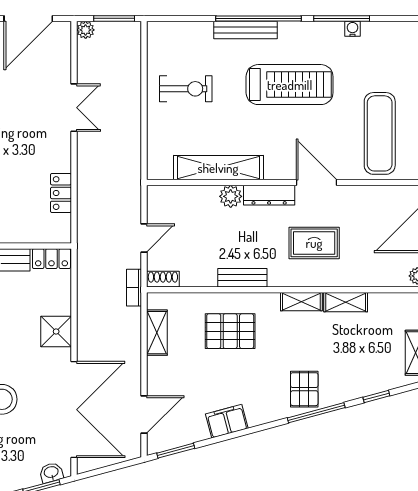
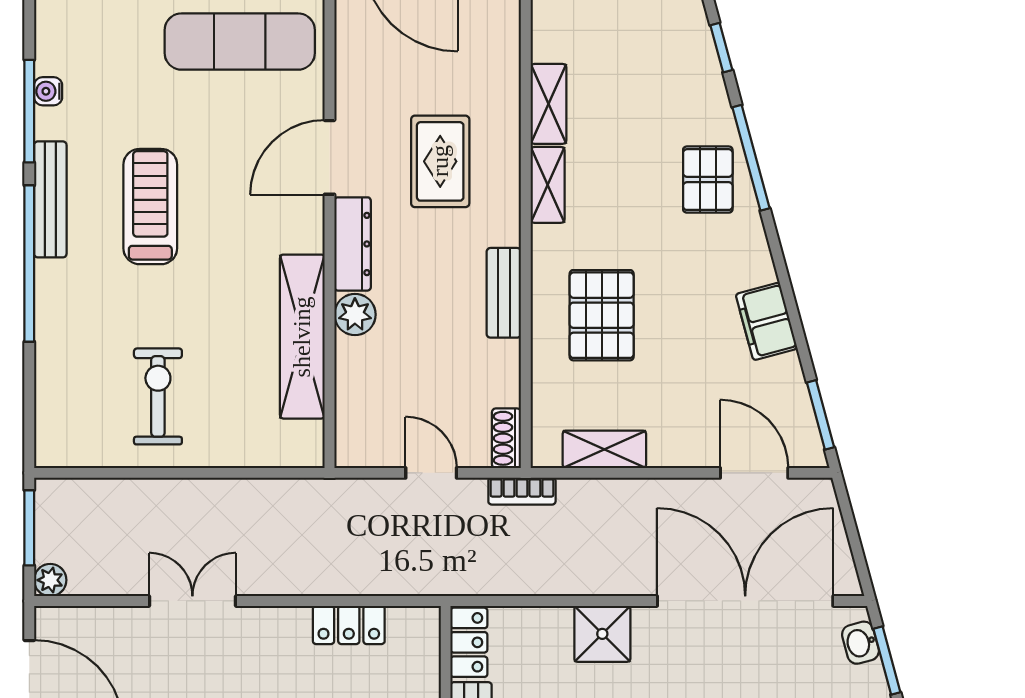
bench: (245, 30) -> (50, 199), moved
treadmill: (290, 85) -> (150, 207), width x0.73, depth x0.73
pallet: (304, 389) -> (708, 180), turned 90

